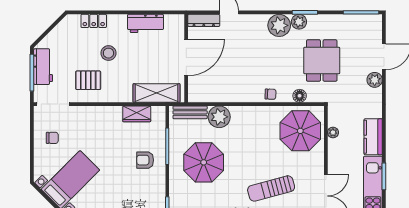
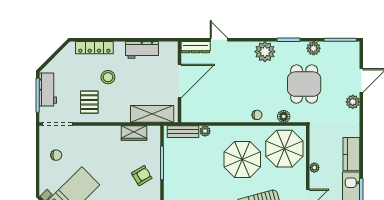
locker: (94, 21) -> (94, 48), width x1.53
plant: (299, 22) -> (314, 48), moved
pallet: (88, 80) -> (89, 102), turned 90
plant: (219, 117) -> (205, 131), width x0.53, depth x0.53
plant: (333, 132) -> (314, 168), moved
armchair: (145, 160) -> (142, 176), turned 149
parasol: (204, 162) -> (242, 160), moved

